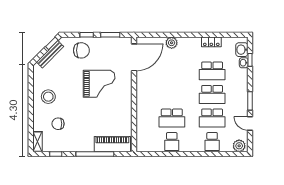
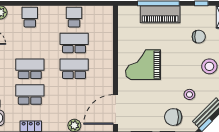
stool: (67, 71) -> (189, 94), added
grand piano: (99, 84) -> (143, 65), moved
school desk: (212, 118) -> (74, 69), moved
piano: (112, 144) -> (160, 14), moved

